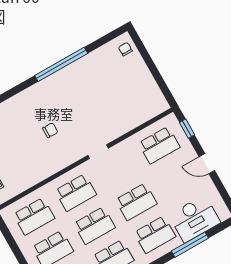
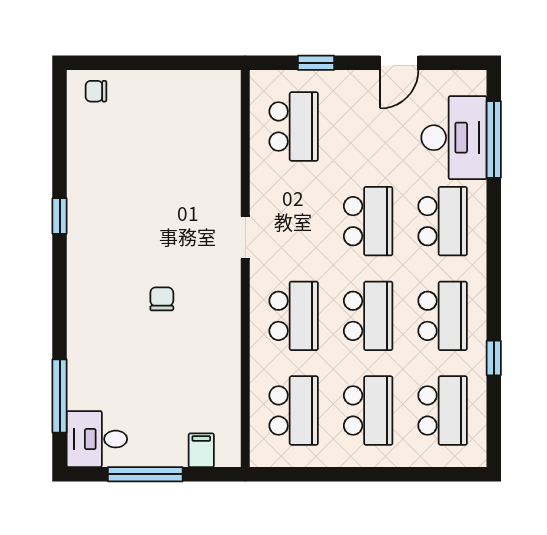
window: (61, 64) -> (60, 216), width x0.32
window: (187, 129) -> (316, 63), moved
door: (207, 164) -> (399, 63), moved
window: (190, 245) -> (494, 139), moved

